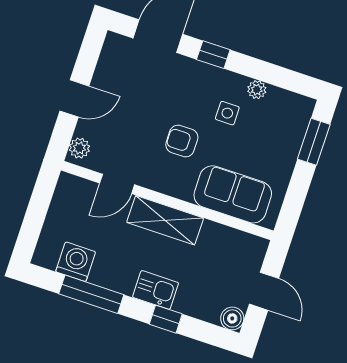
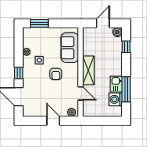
kitchen sink: (156, 290) -> (116, 84), moved
window: (166, 319) -> (126, 47), moved

